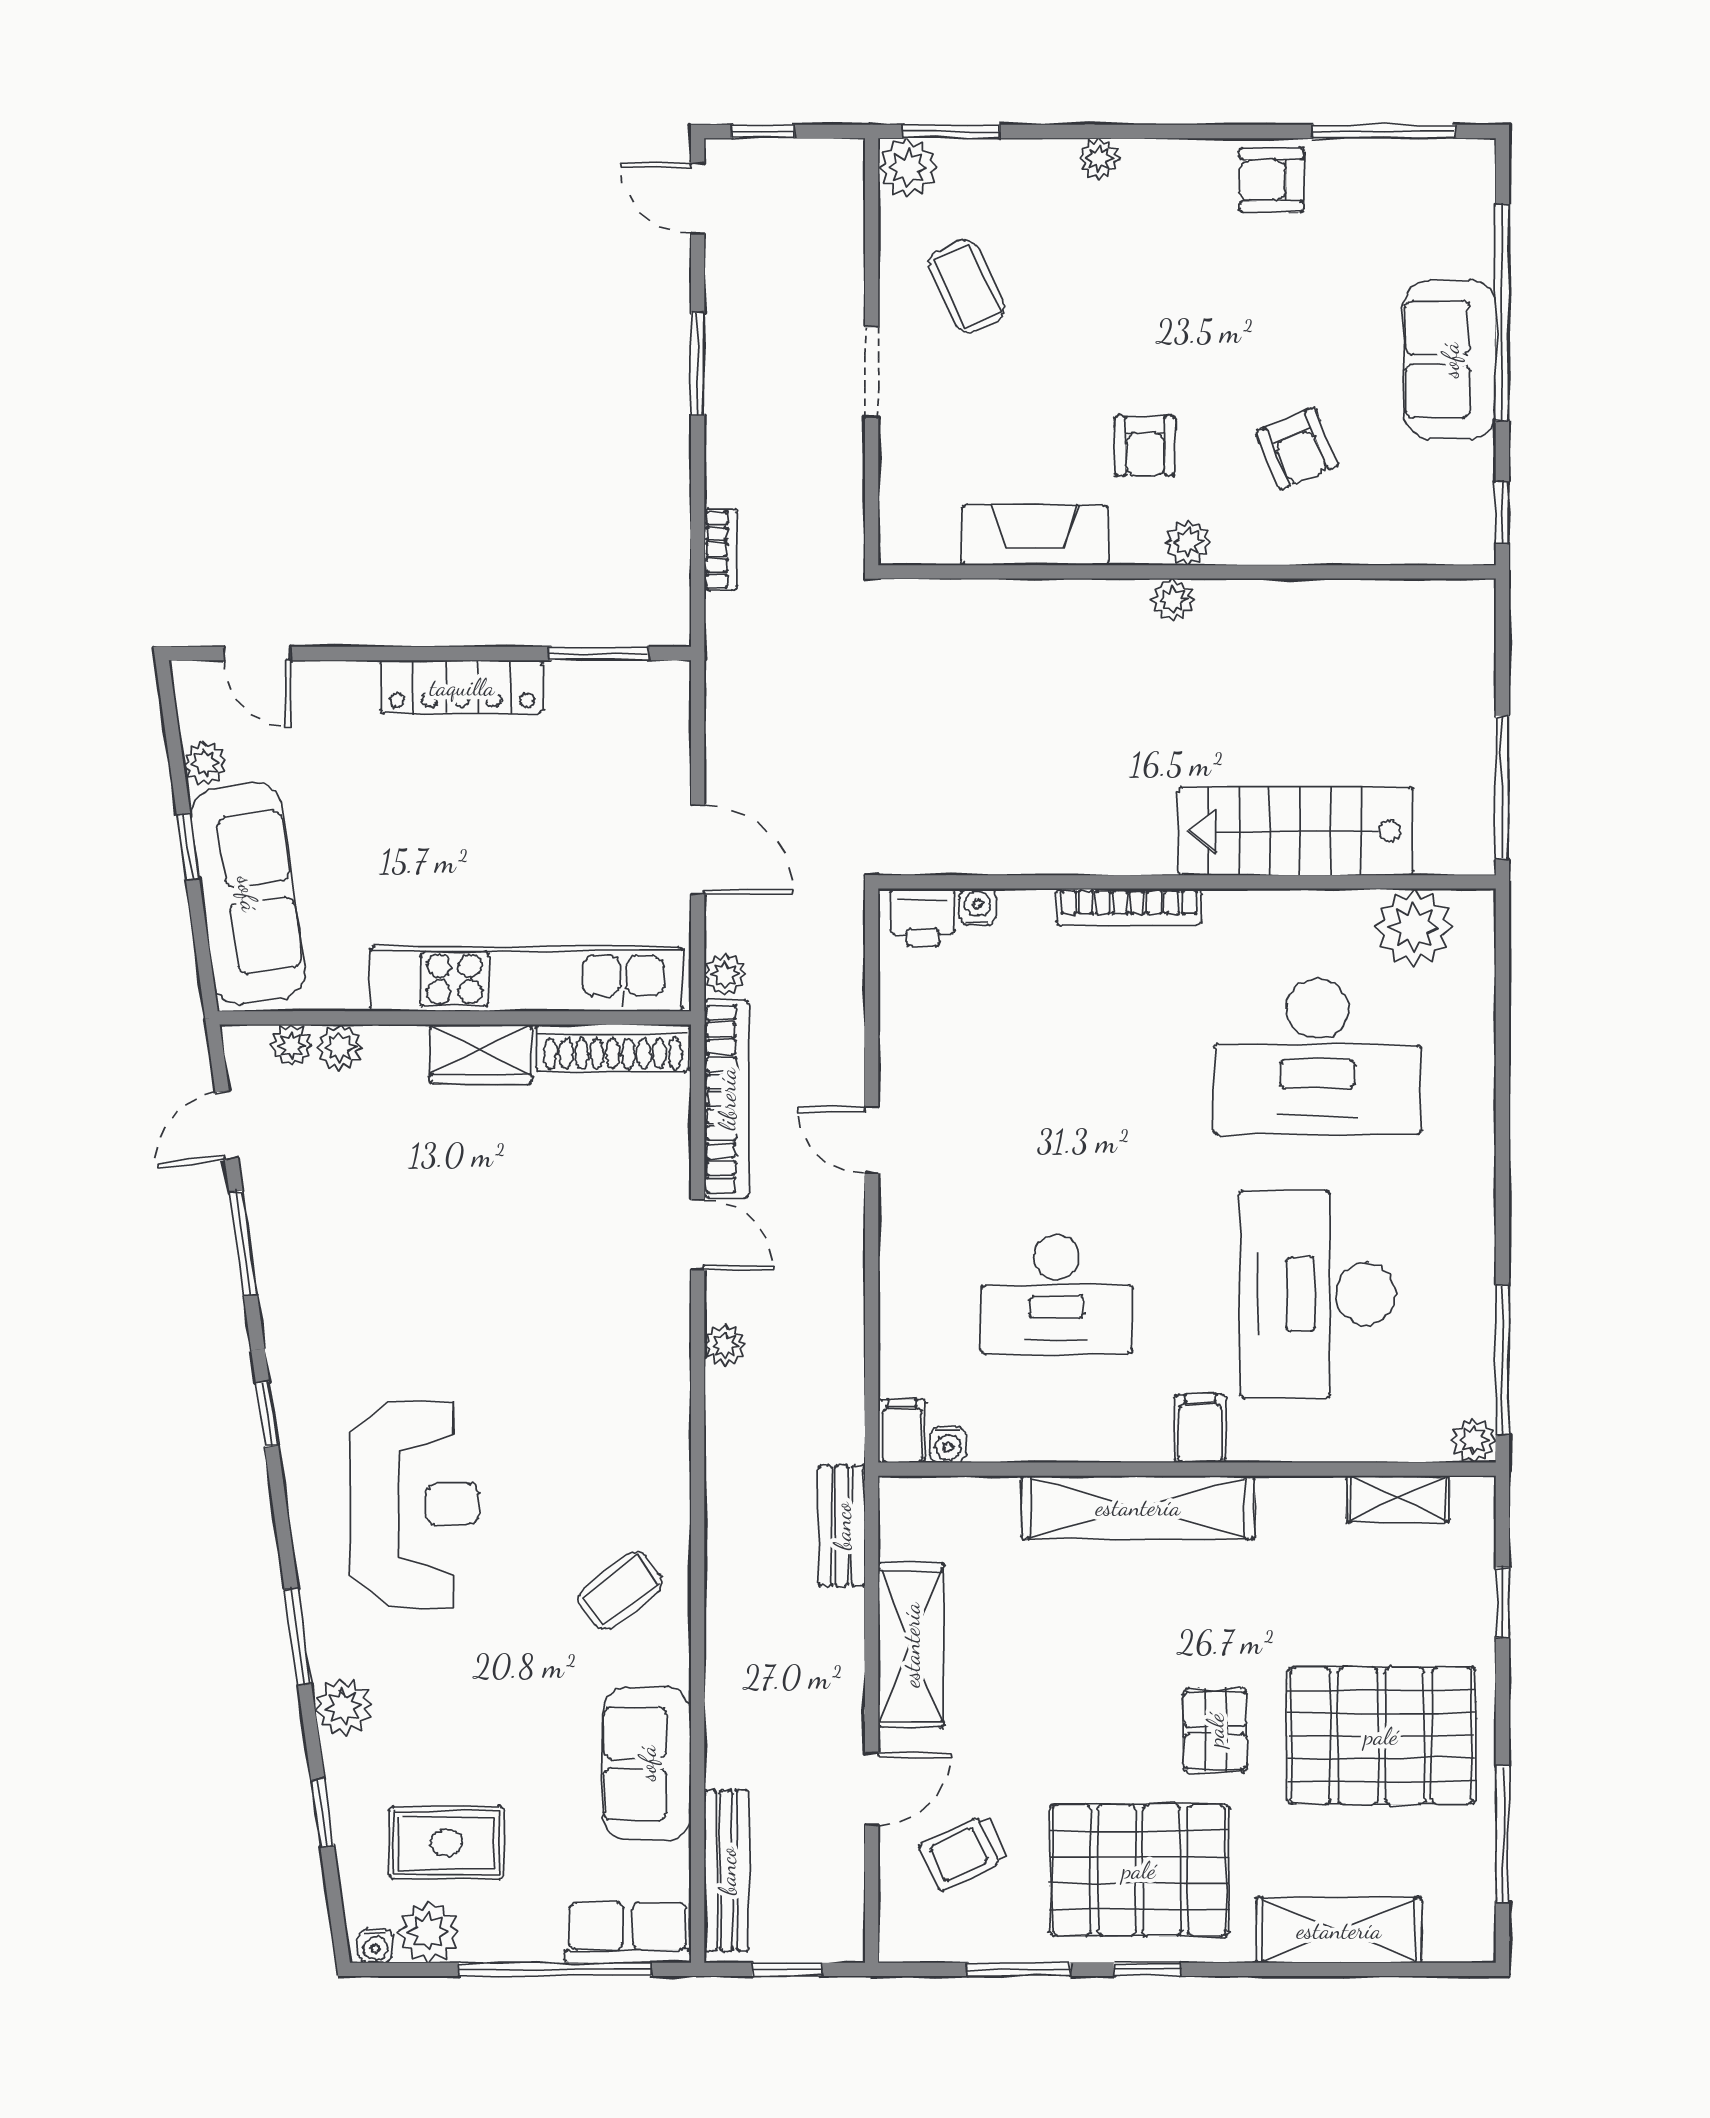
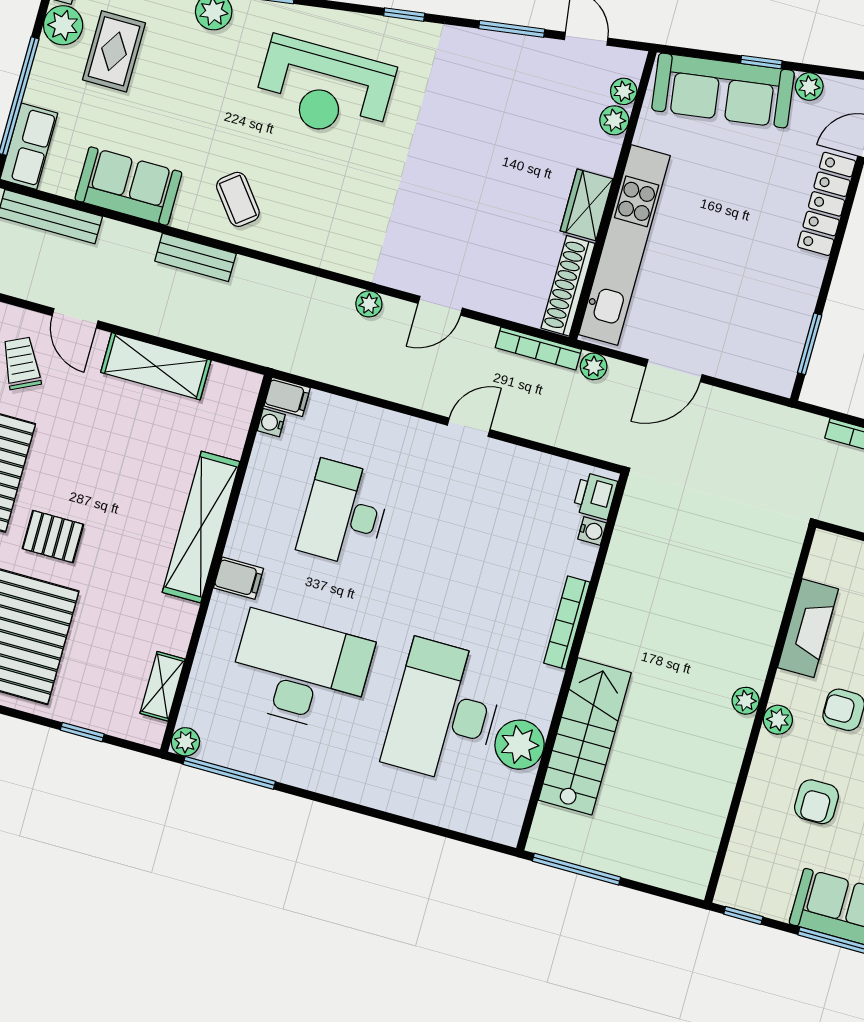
armchair: (1297, 448) -> (817, 802), turned -67
locker: (462, 687) -> (827, 204), moved
plant: (1414, 927) -> (519, 745), moved
bookcase: (727, 1099) -> (538, 348), width x0.68, depth x0.76
bench: (842, 1526) -> (195, 257), moved

